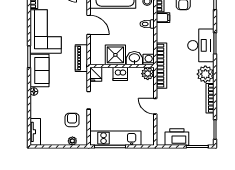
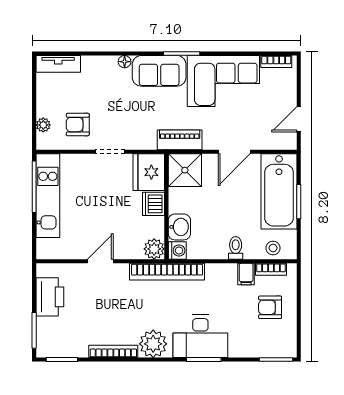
shower: (115, 55) -> (185, 170), moved
fridge: (96, 74) -> (149, 172), width x1.88, depth x1.34
armchair: (72, 120) -> (78, 125), turned 180

